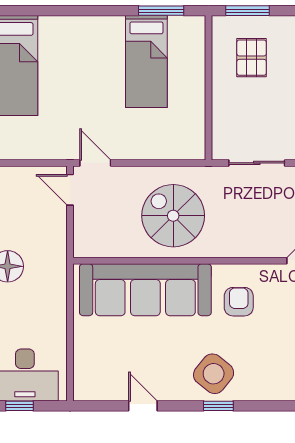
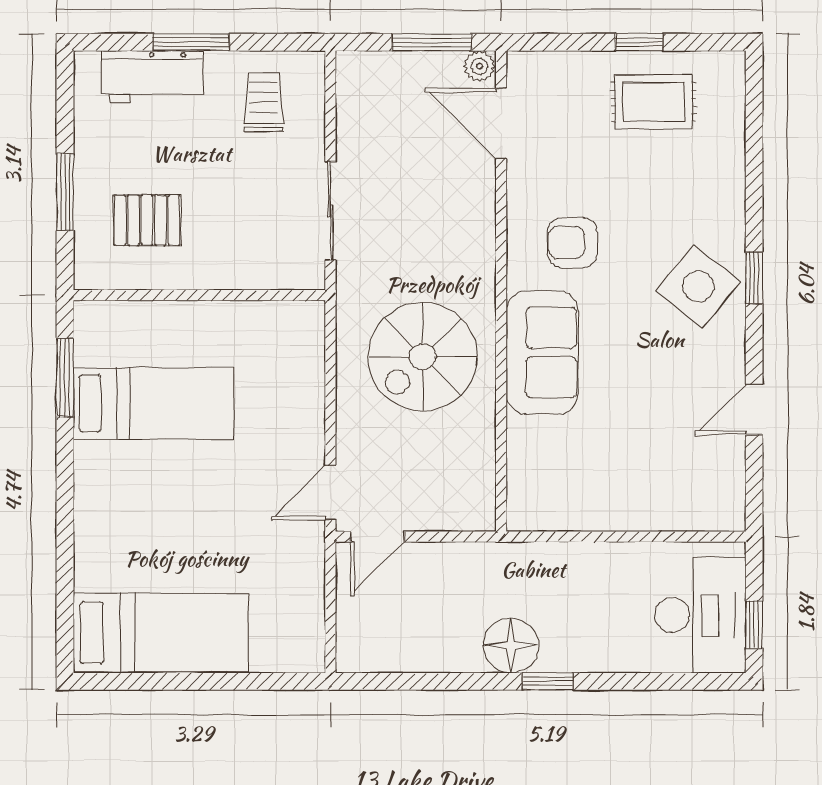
window: (248, 11) -> (65, 192), moved
sofa: (145, 290) -> (542, 352), width x0.54, depth x0.79

